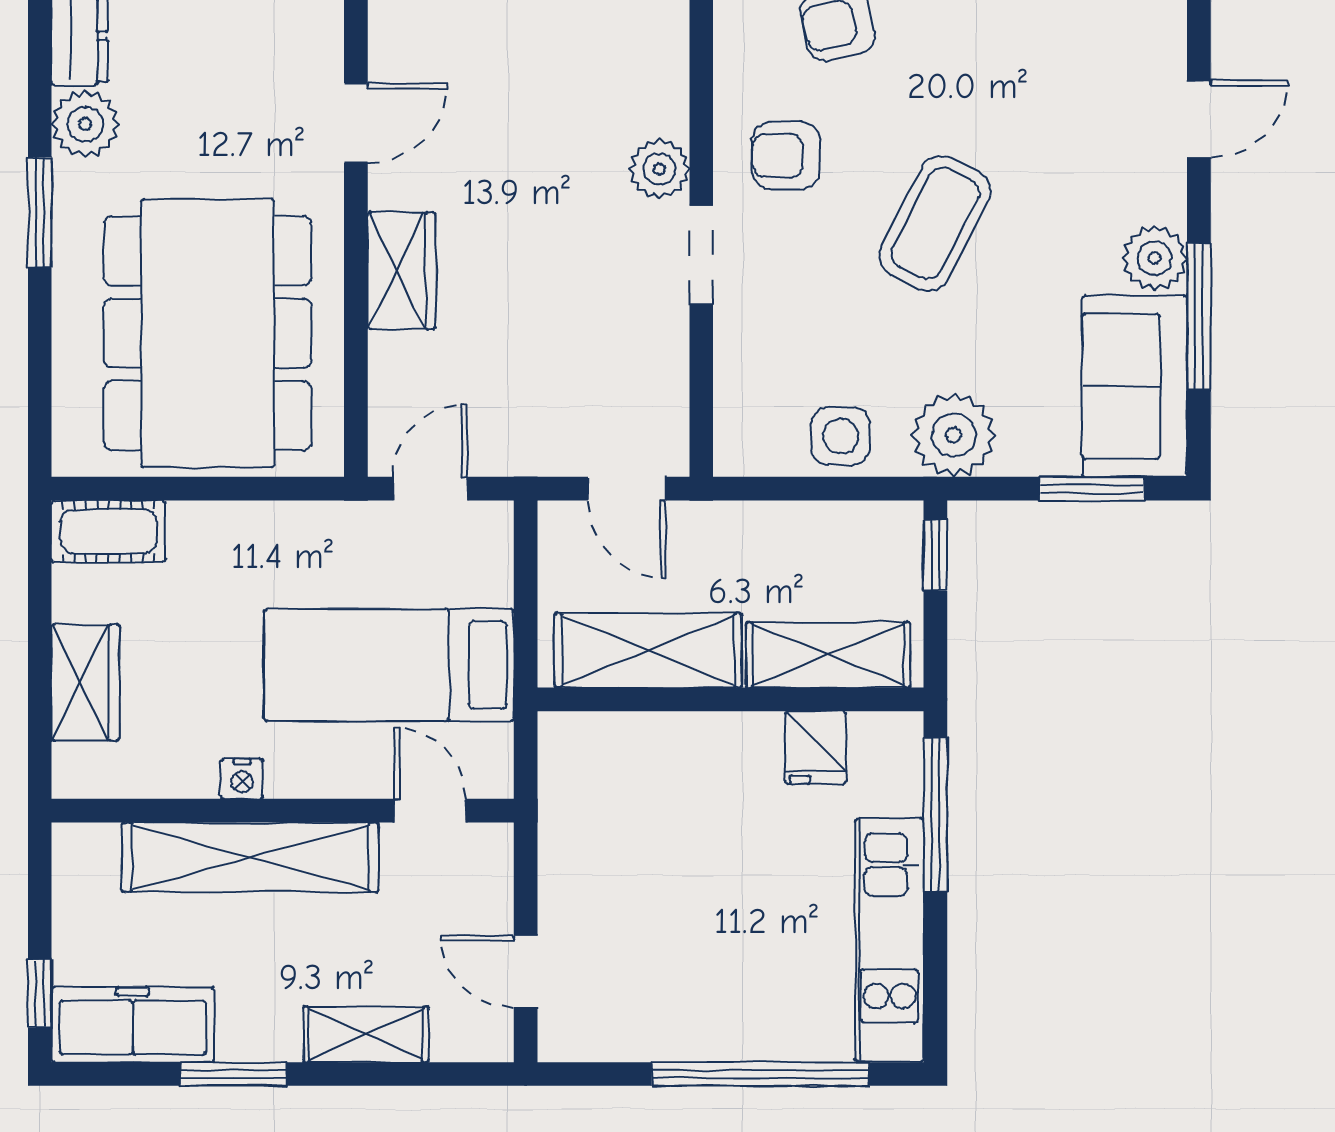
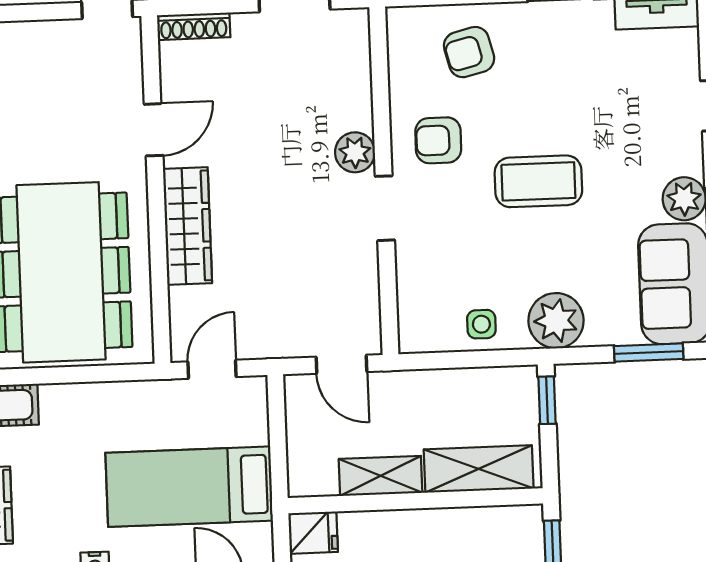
coffee table: (935, 223) -> (538, 181), turned 63
wardrobe: (402, 271) -> (187, 226), width x1.50
side table: (841, 436) -> (481, 324), width x0.73, depth x0.73
shelving: (648, 650) -> (381, 476), width x0.67, depth x0.75
fridge: (816, 748) -> (313, 533), moved, turned -90

